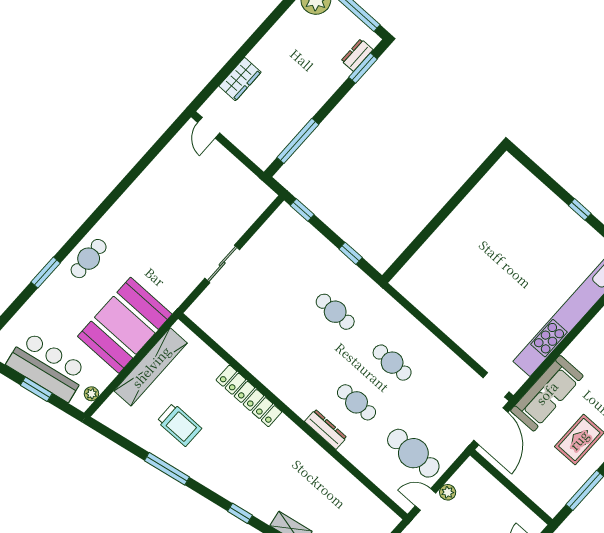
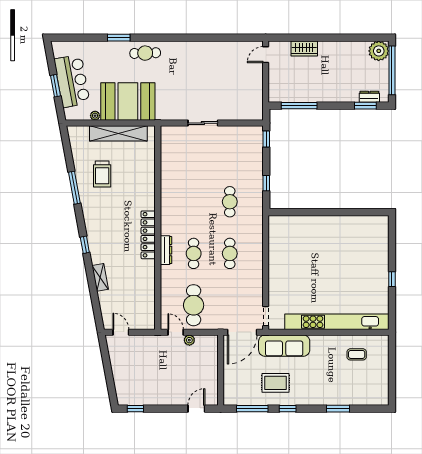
plant: (91, 394) -> (95, 116), moved
locker: (249, 396) -> (148, 235), moved

